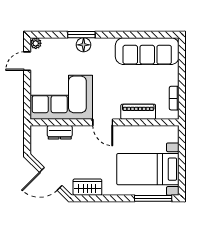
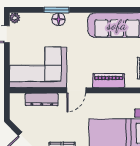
door: (103, 122) -> (76, 90), hinge flipped
dresser: (60, 132) -> (42, 99), width x1.44

